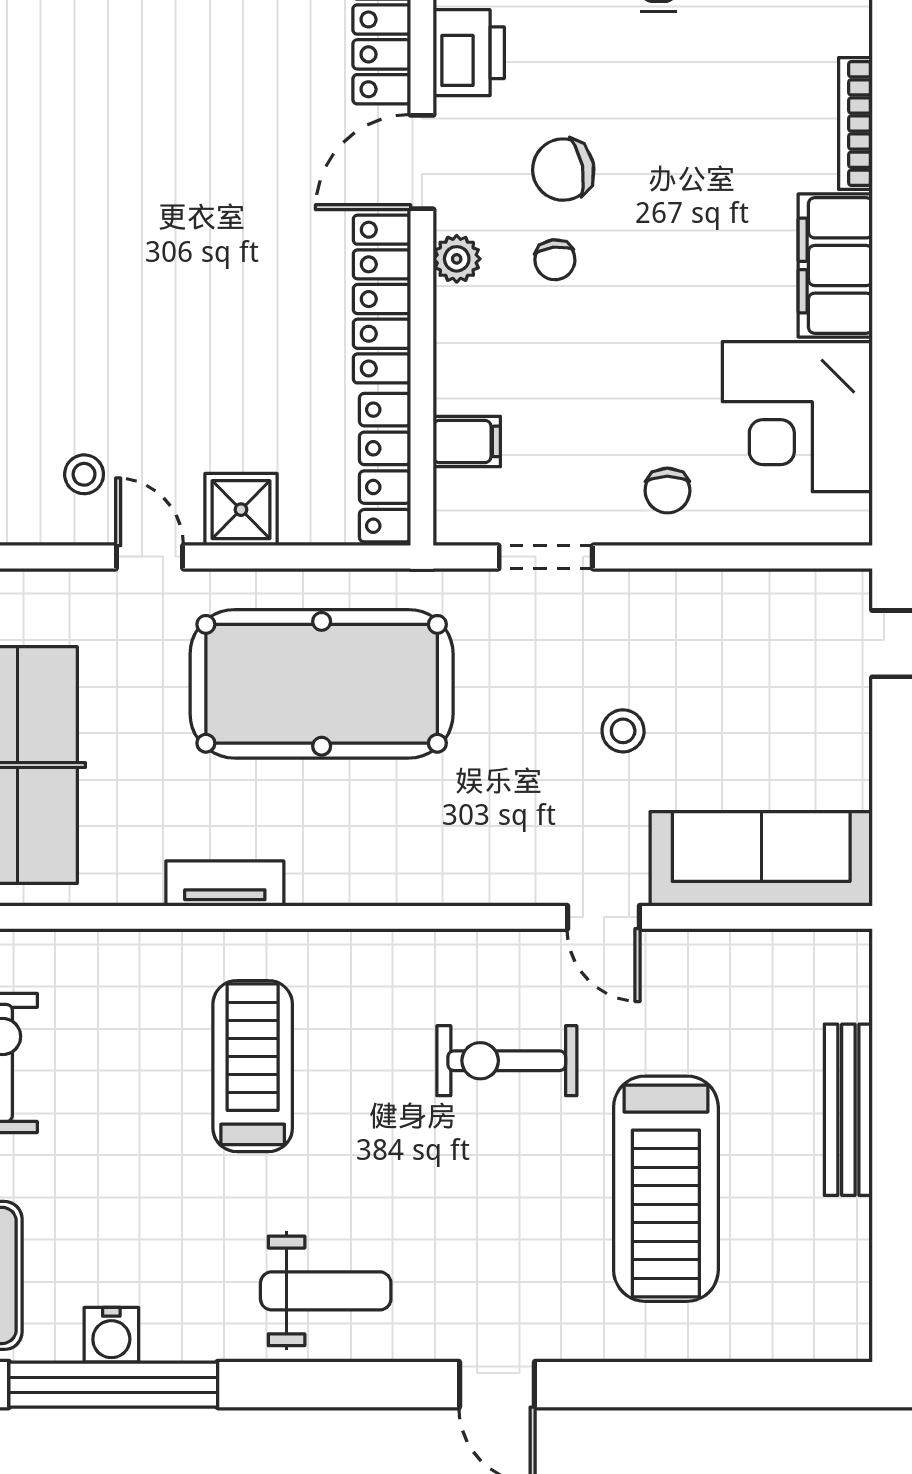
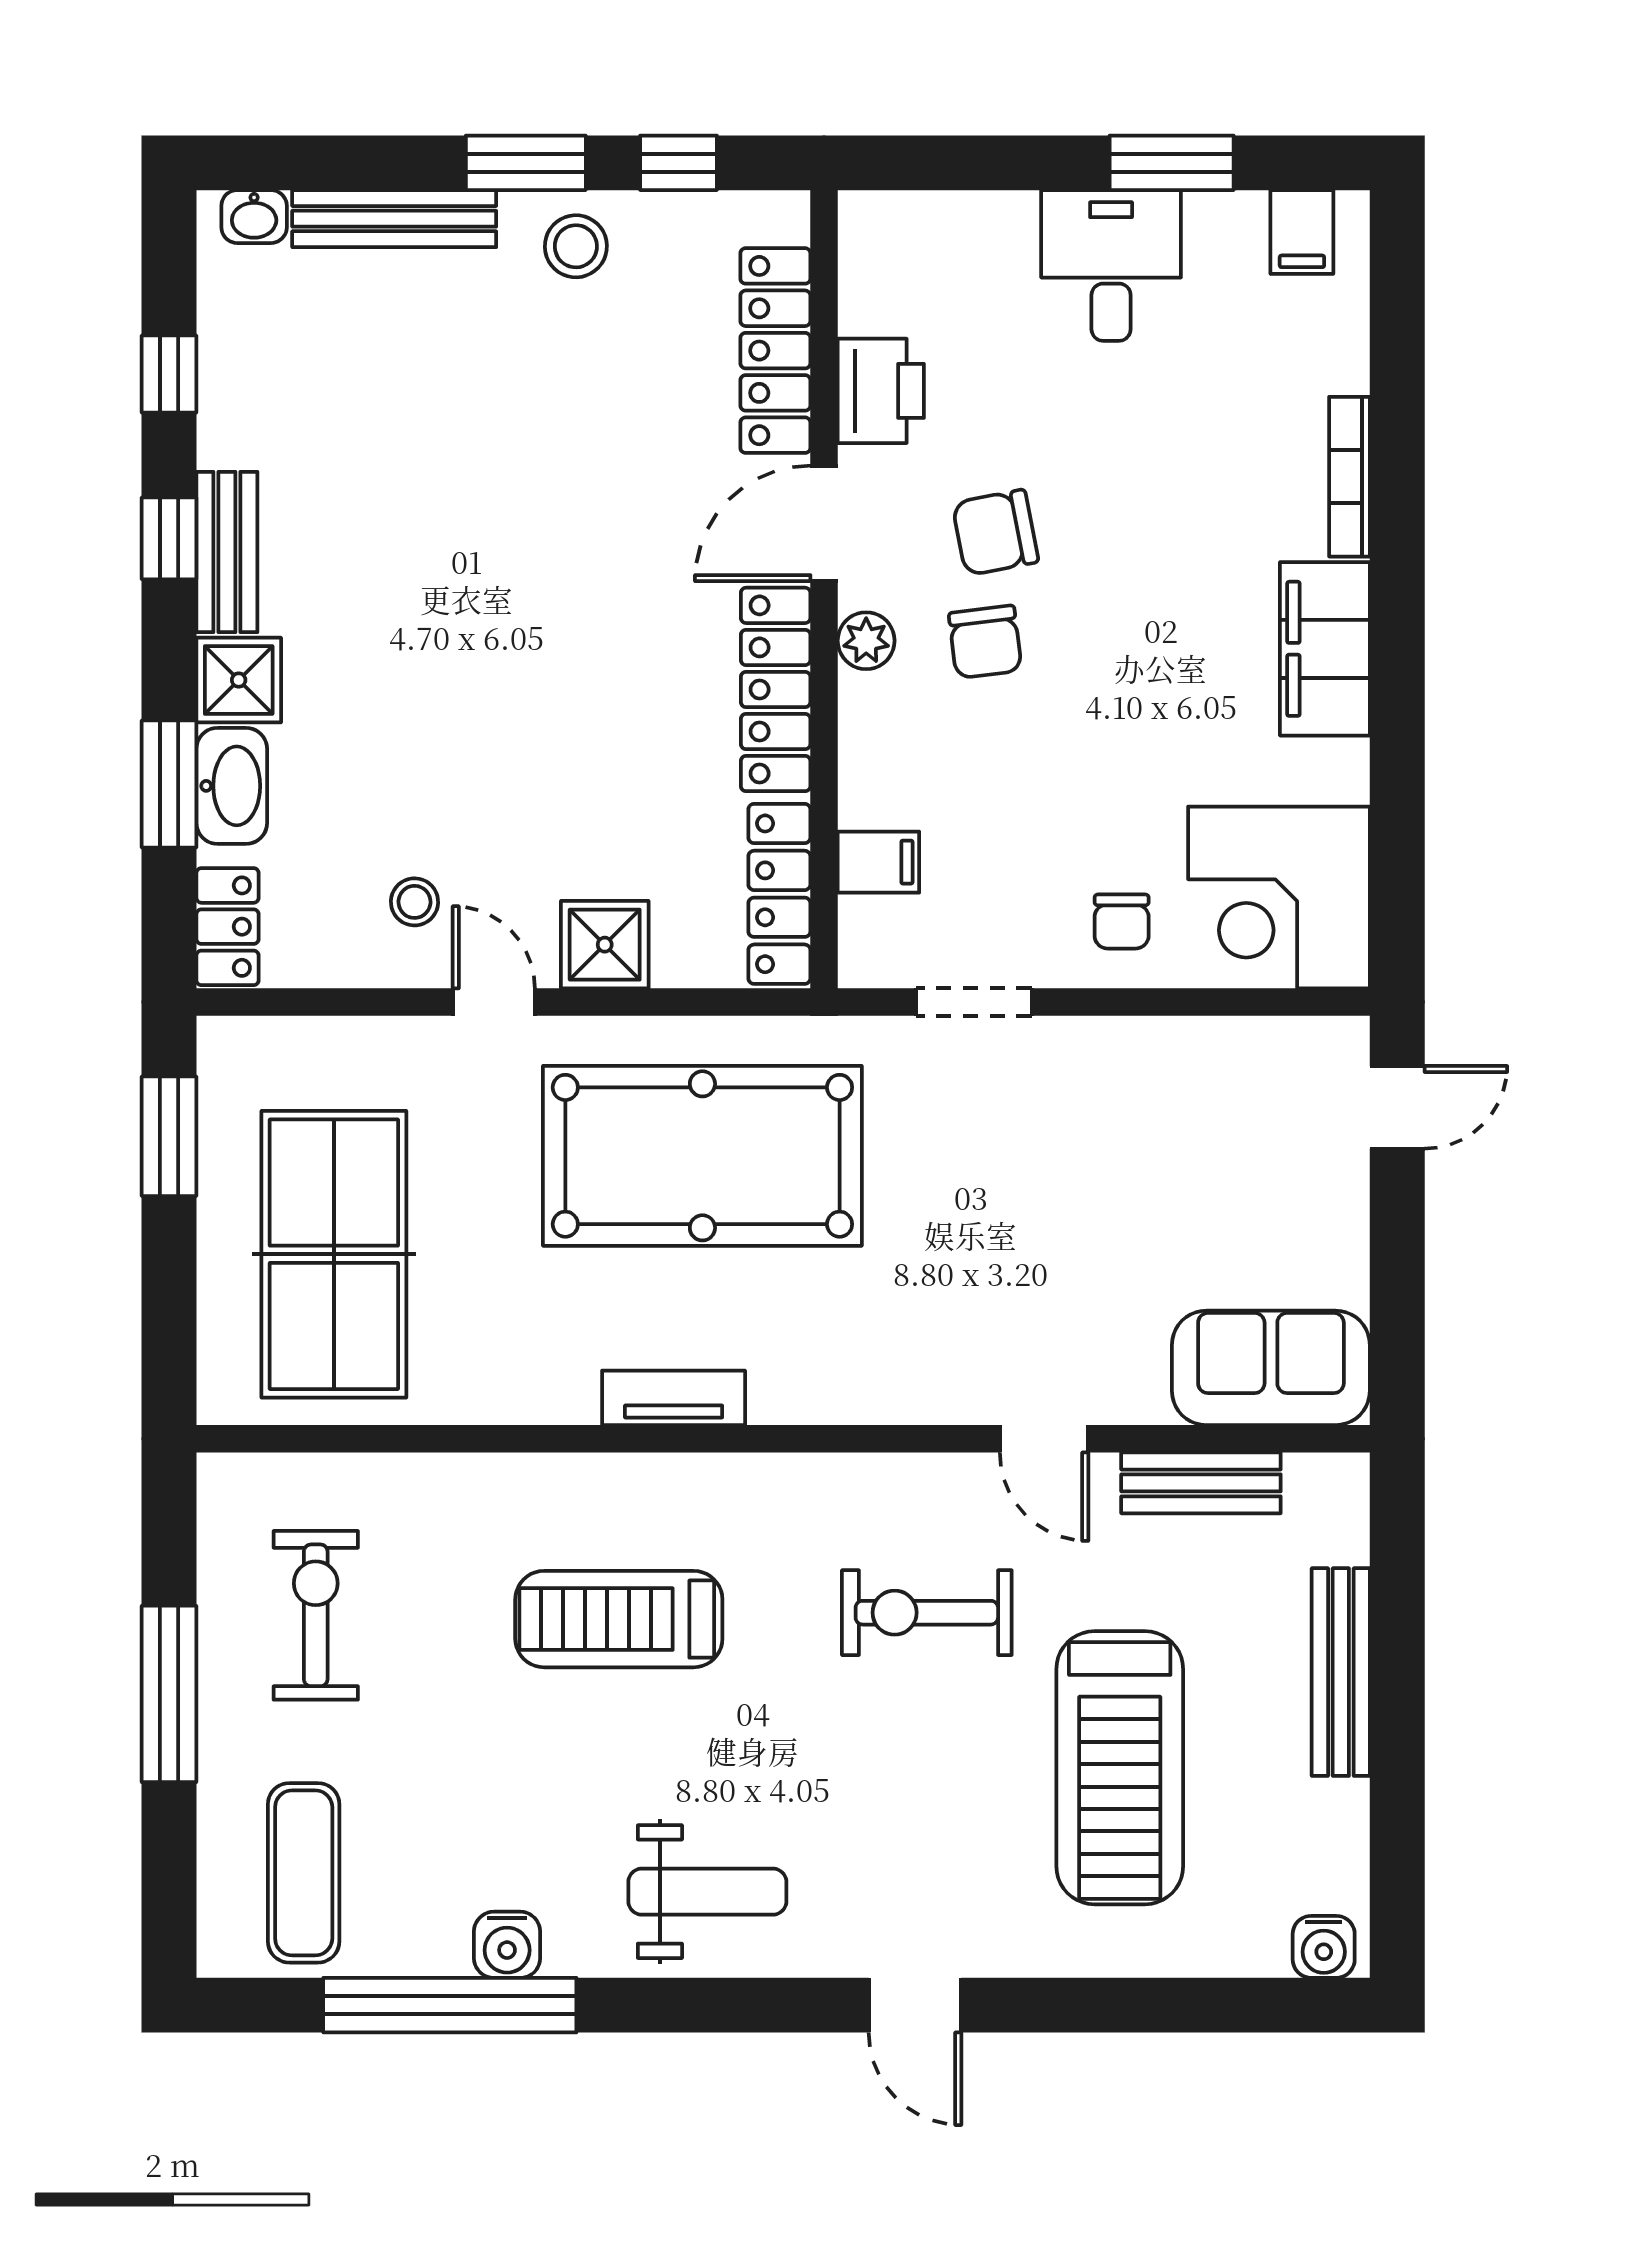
chair: (555, 260) -> (985, 642), width x1.37, depth x1.37
corner desk: (797, 417) -> (1279, 898), moved
stool: (623, 731) -> (1068, 1213), removed
sofa: (761, 859) -> (1271, 1368), width x0.73
tv unit: (225, 884) -> (674, 1398), moved
bench: (733, 954) -> (1201, 1483), added
treadmill: (253, 1066) -> (619, 1619), turned -90
water cooler: (111, 1335) -> (507, 1945), moved
water cooler: (834, 1336) -> (1324, 1947), added

